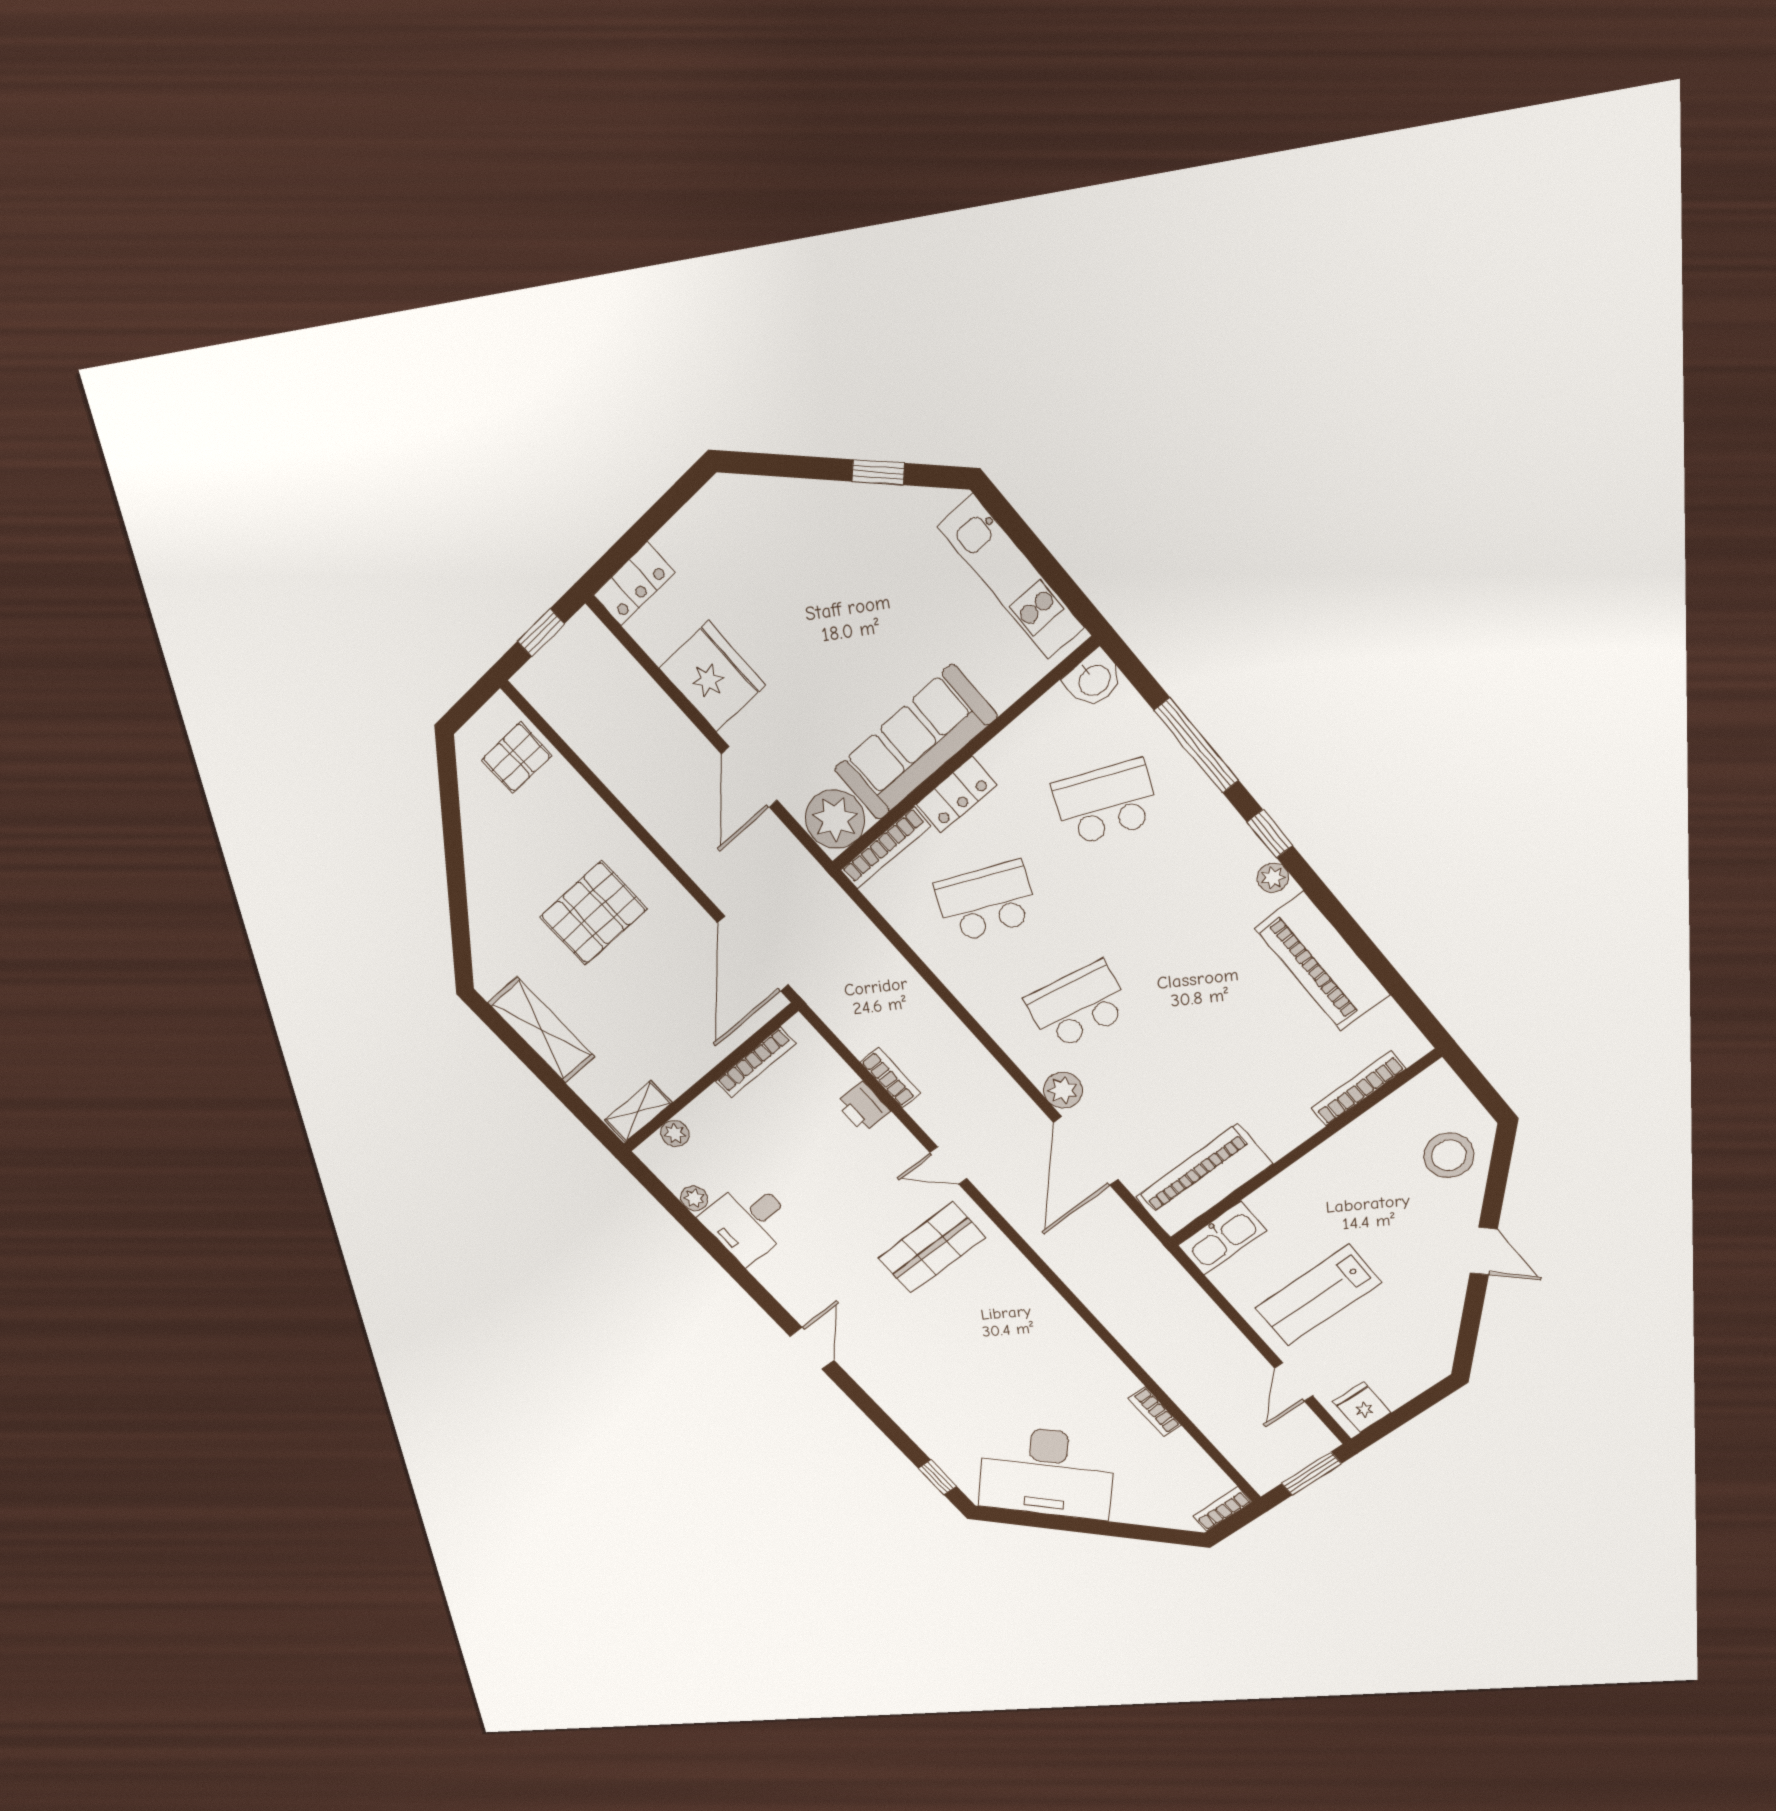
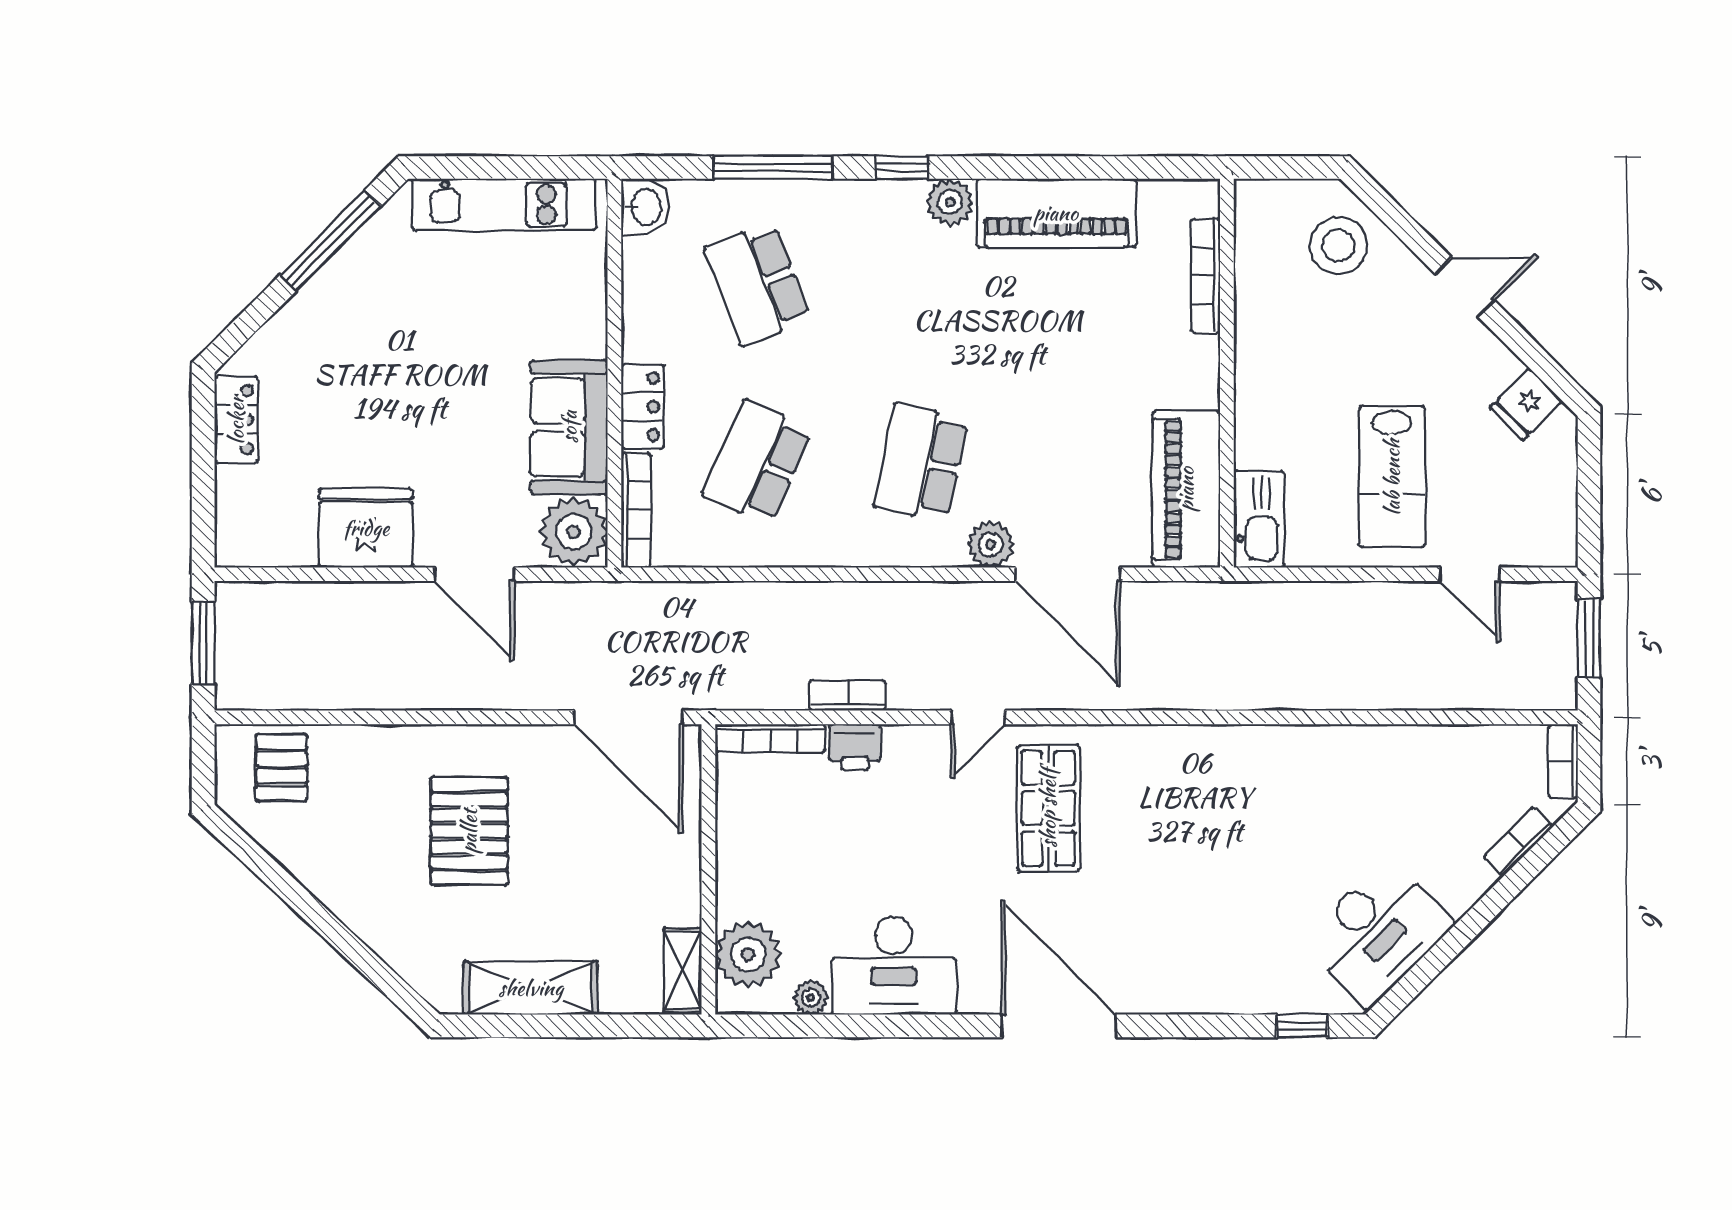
window: (878, 472) -> (330, 241), width x2.17
locker: (634, 584) -> (236, 420), moved
window: (541, 633) -> (203, 643), width x1.50
sofa: (915, 743) -> (569, 427), width x0.73
school desk: (1106, 803) -> (758, 284), turned -45
plant: (1273, 878) -> (950, 202), width x1.38, depth x1.38
bookcase: (755, 1062) -> (770, 738), moved, turned 90
plant: (675, 1133) -> (748, 955), width x1.87, depth x1.87
desk: (748, 1221) -> (894, 966), width x1.37
door: (812, 1348) -> (1059, 1026), width x1.87
fridge: (1362, 1407) -> (1526, 404), moved, turned -45
bookcase: (1155, 1412) -> (1518, 842), moved, turned 135
desk: (1047, 1472) -> (1378, 933), width x0.73, depth x0.77

